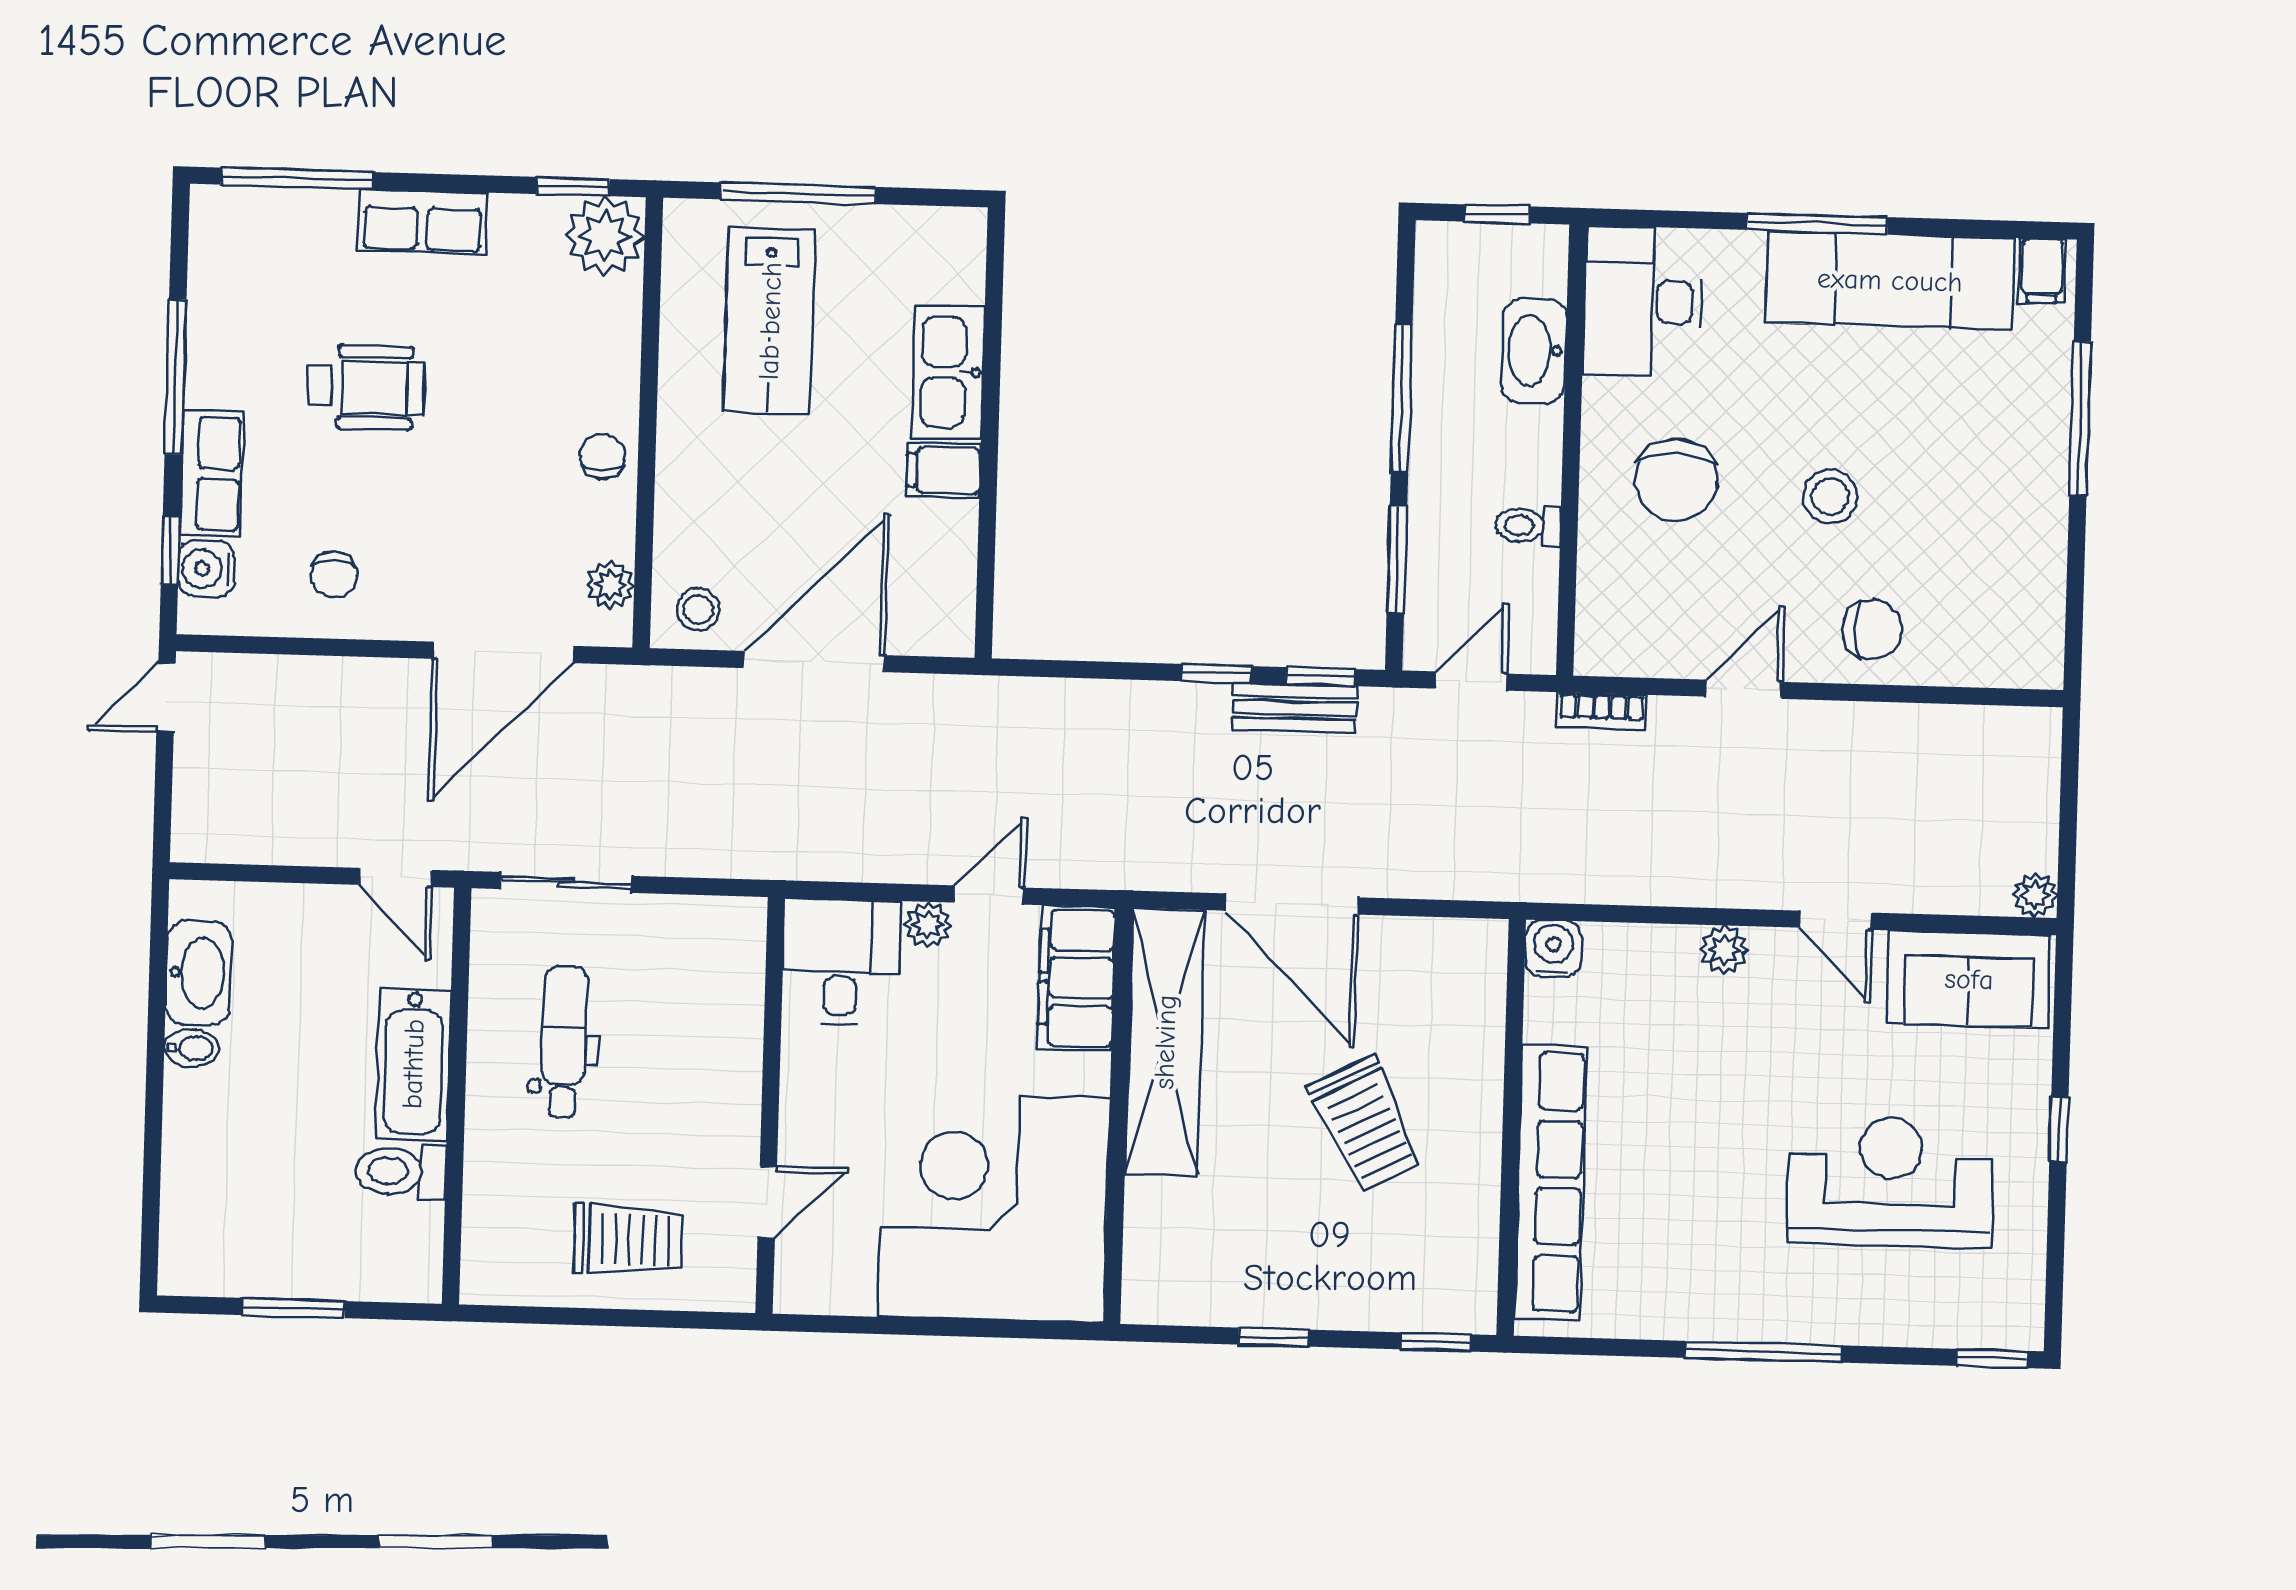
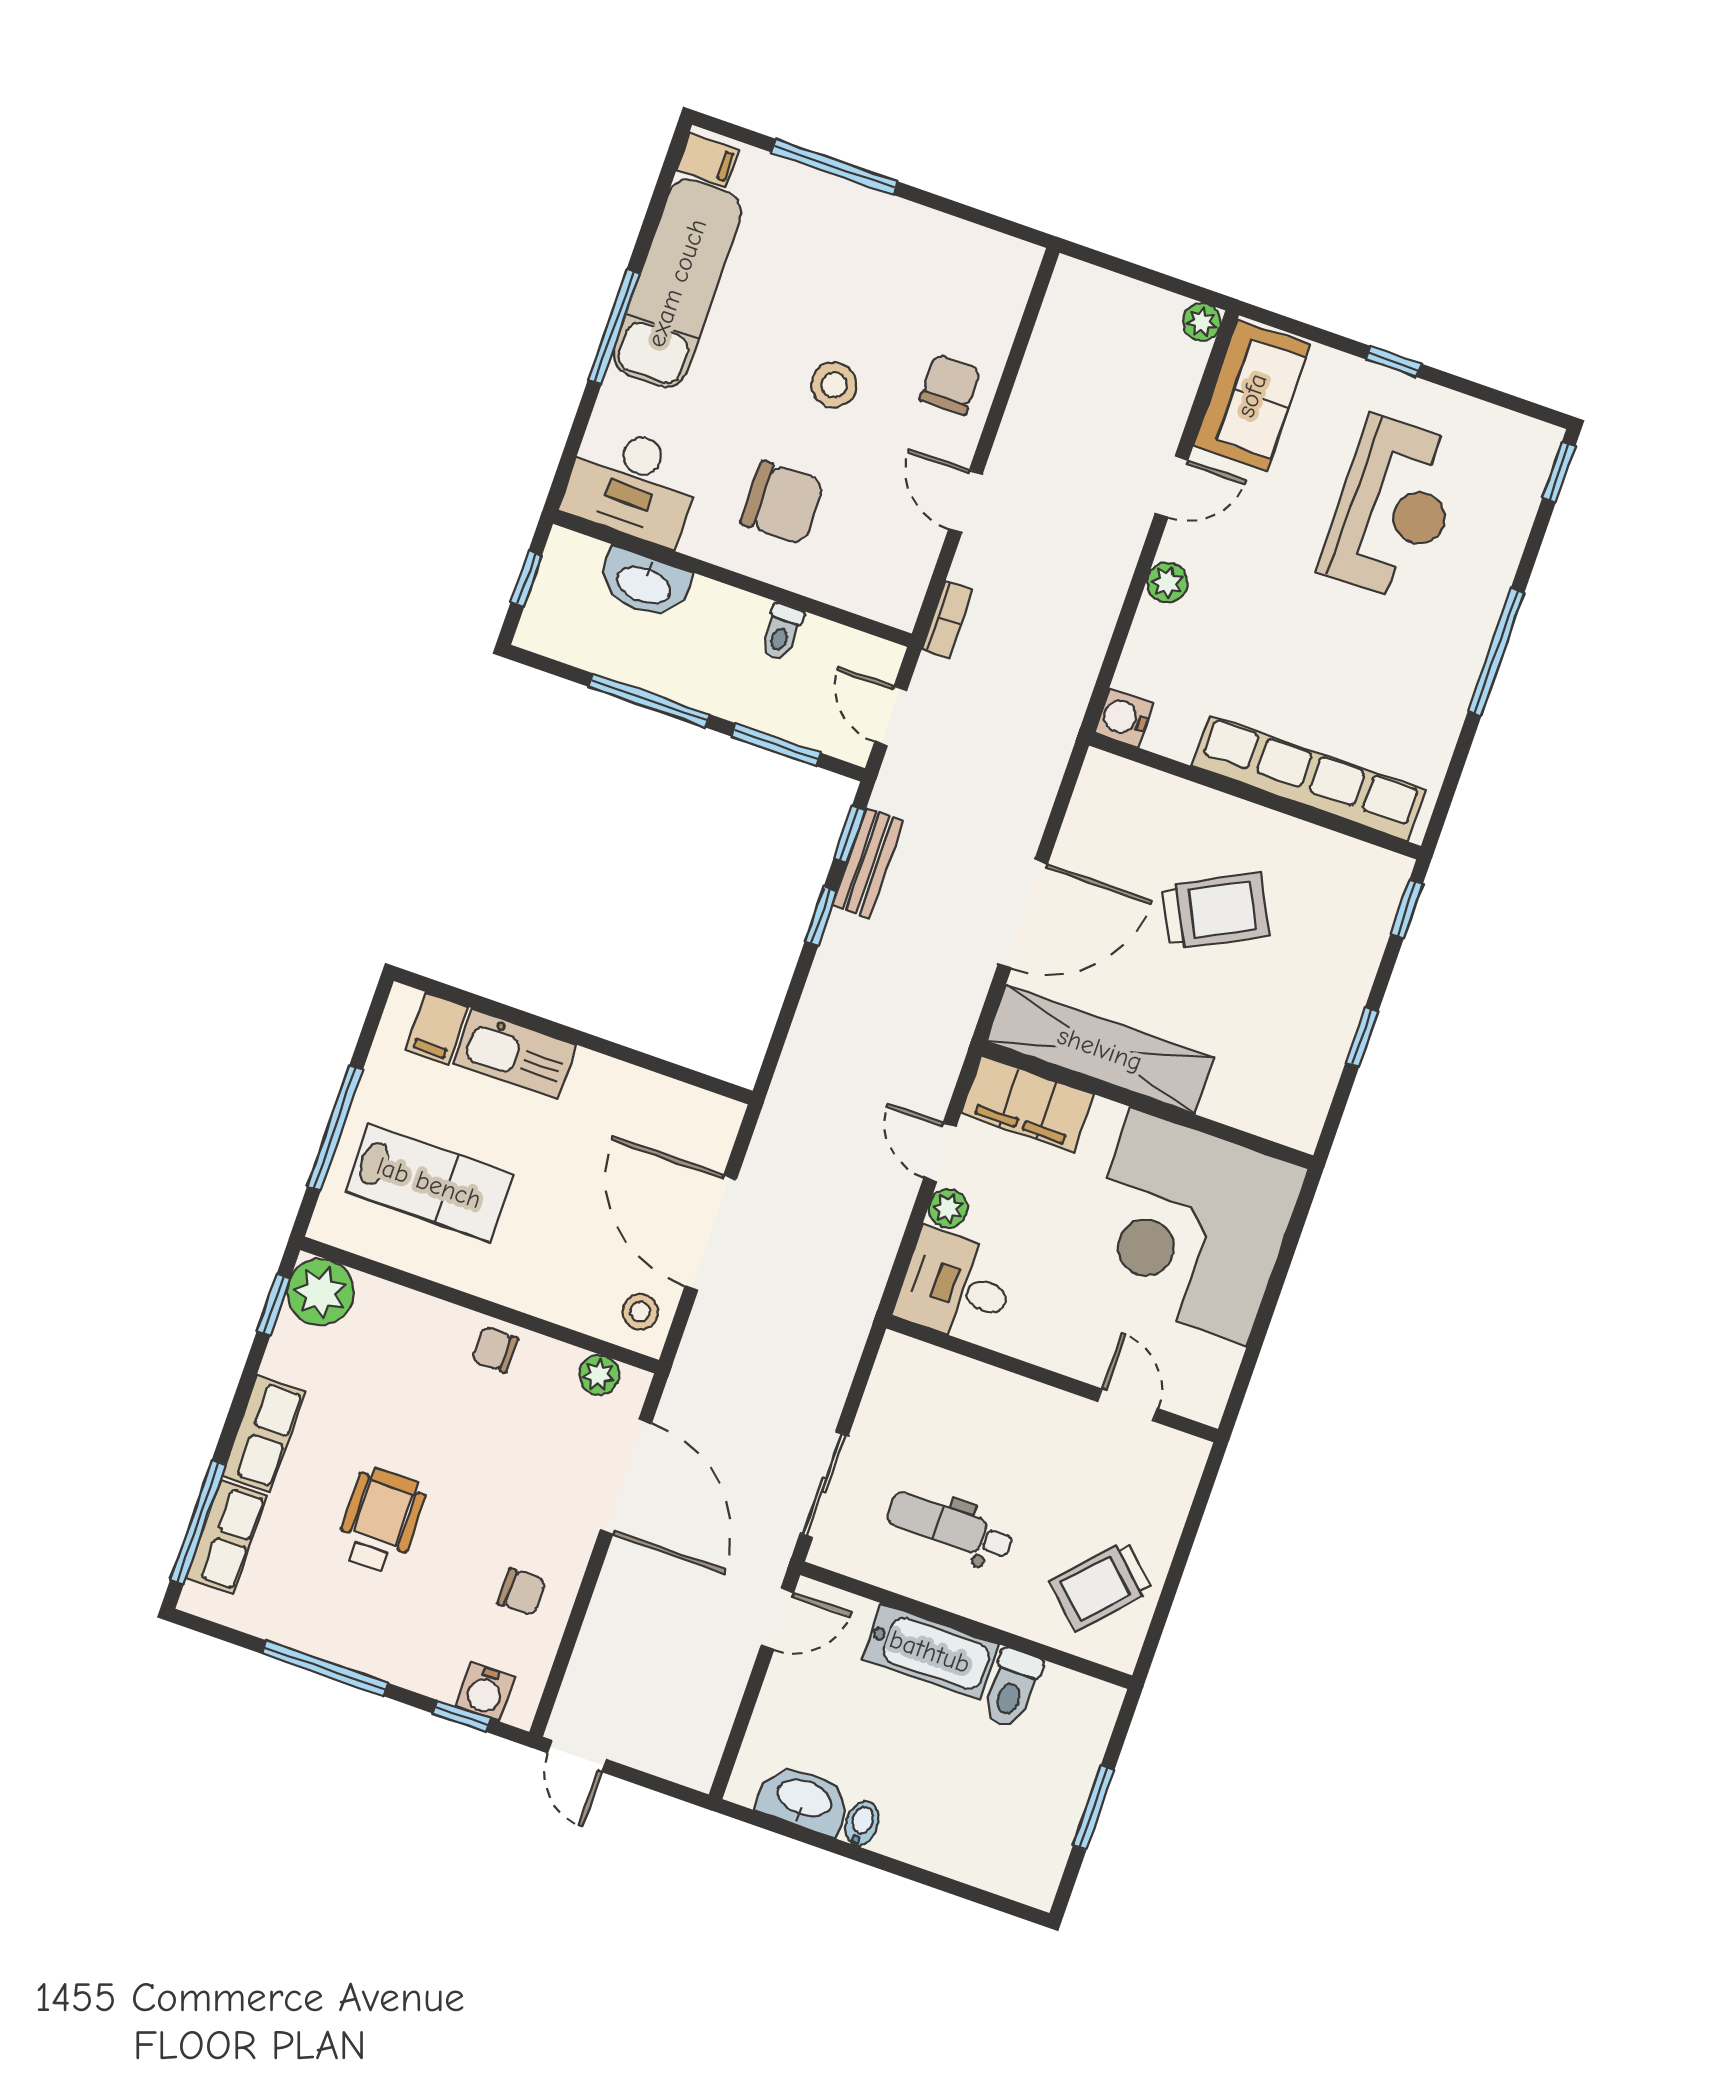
filing cabinet: (944, 470) -> (437, 1028), moved
row of seats: (211, 473) -> (227, 1537), moved, turned 90
reception desk: (1890, 1182) -> (1393, 509), turned 180
trolley: (628, 1240) -> (1101, 1586), moved, turned -137

